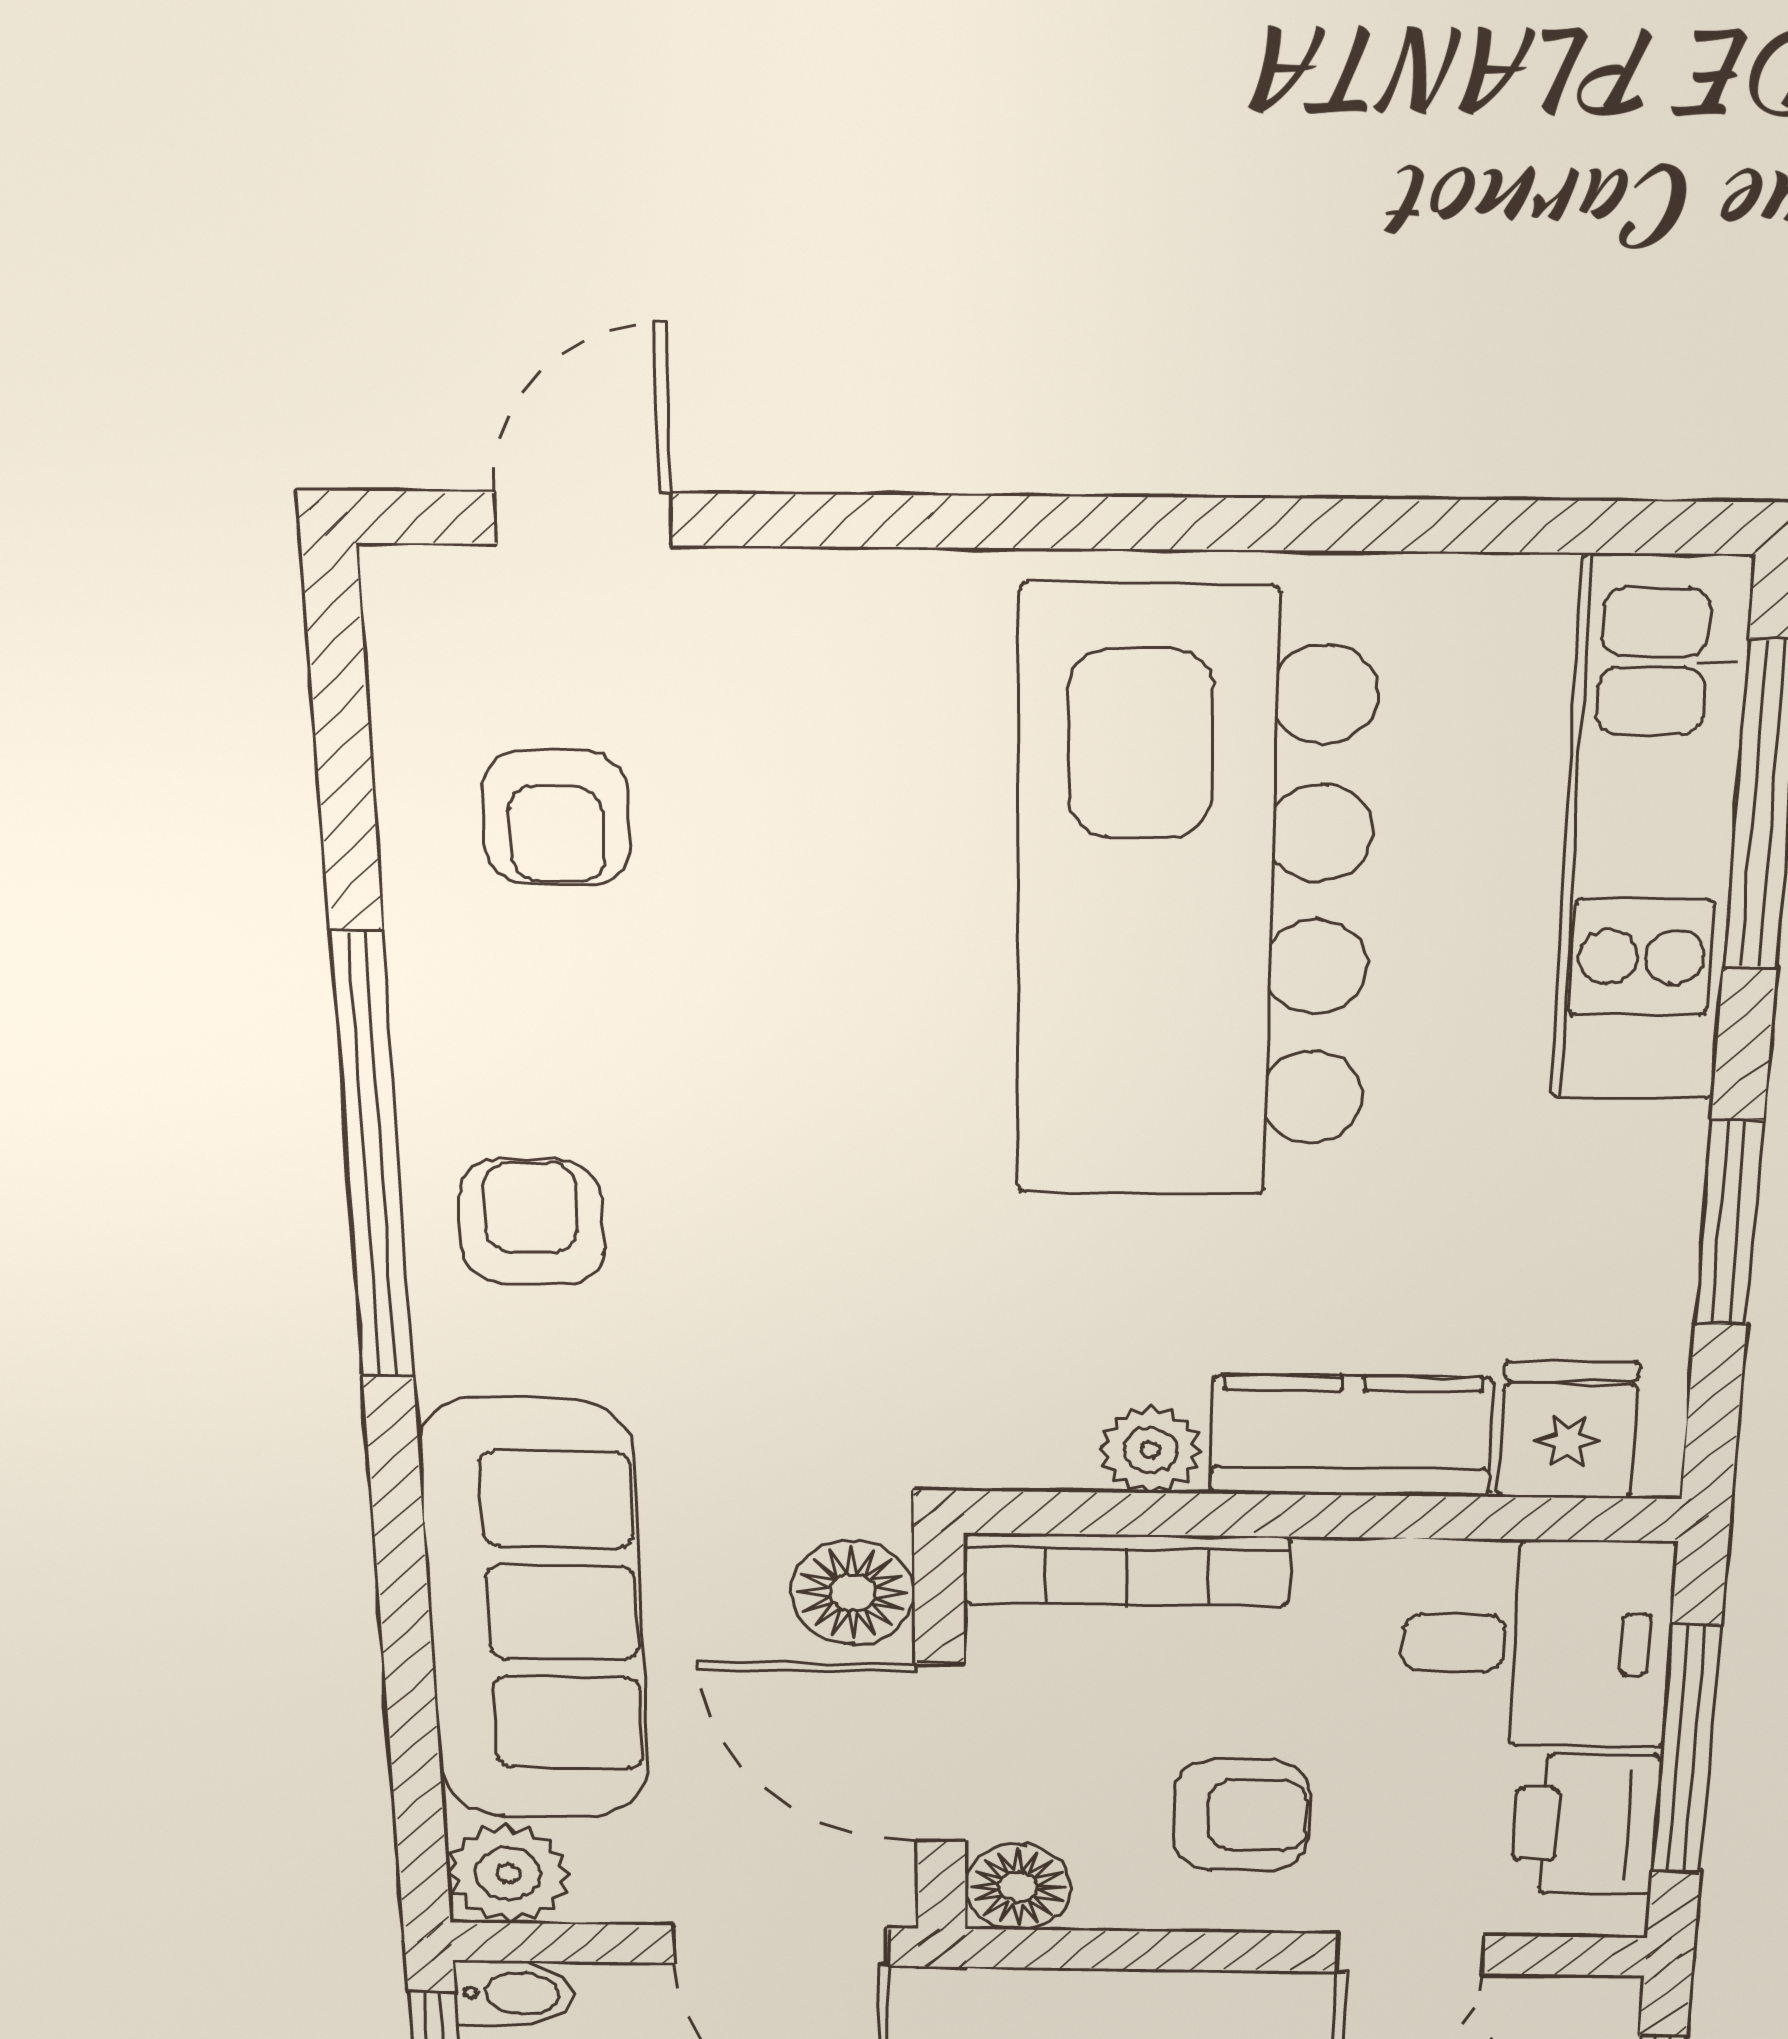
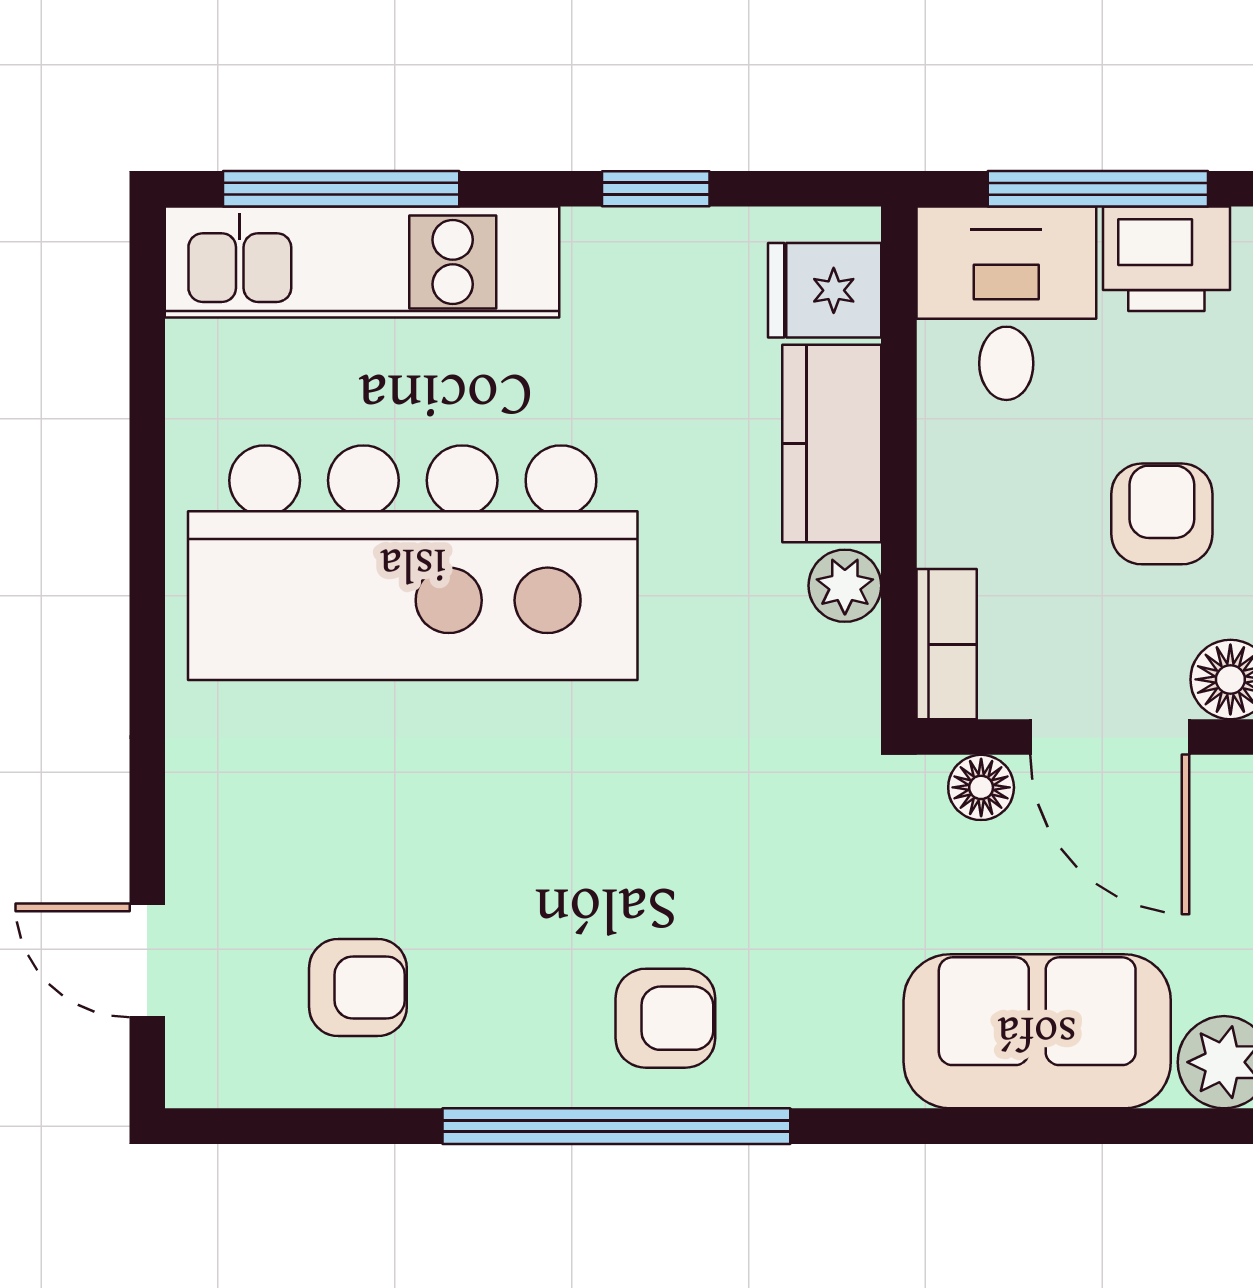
armchair: (532, 1222) -> (665, 1018), turned 180
window: (1729, 1223) -> (656, 189), width x0.67
bookcase: (1126, 1570) -> (947, 644), width x0.64
floor lamp: (853, 1593) -> (981, 787), width x0.73, depth x0.73
sofa: (535, 1612) -> (1037, 1031), width x0.73
door: (940, 1754) -> (1110, 737), hinge flipped

